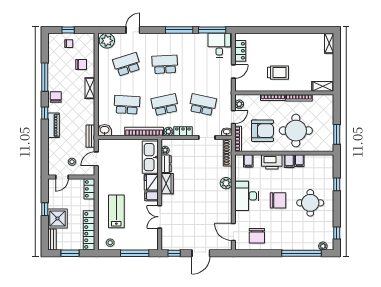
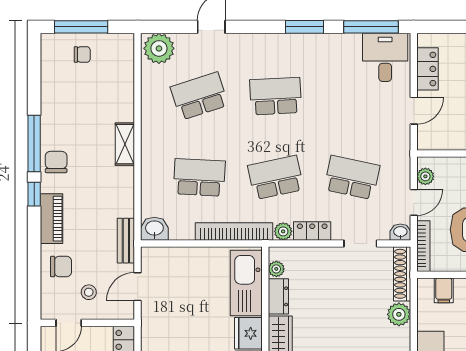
window: (68, 30) -> (81, 27), width x2.17
window: (179, 30) -> (304, 27), width x0.69
chair: (81, 65) -> (61, 267), moved
window: (45, 77) -> (34, 144), moved
plant: (226, 183) -> (399, 314), moved

